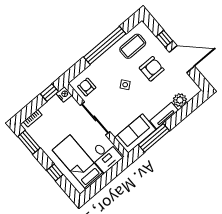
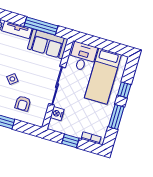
armchair: (87, 87) -> (23, 103), moved
window: (49, 93) -> (70, 141), moved
nightstand: (64, 94) -> (57, 114), moved
window: (29, 142) -> (116, 117), moved

